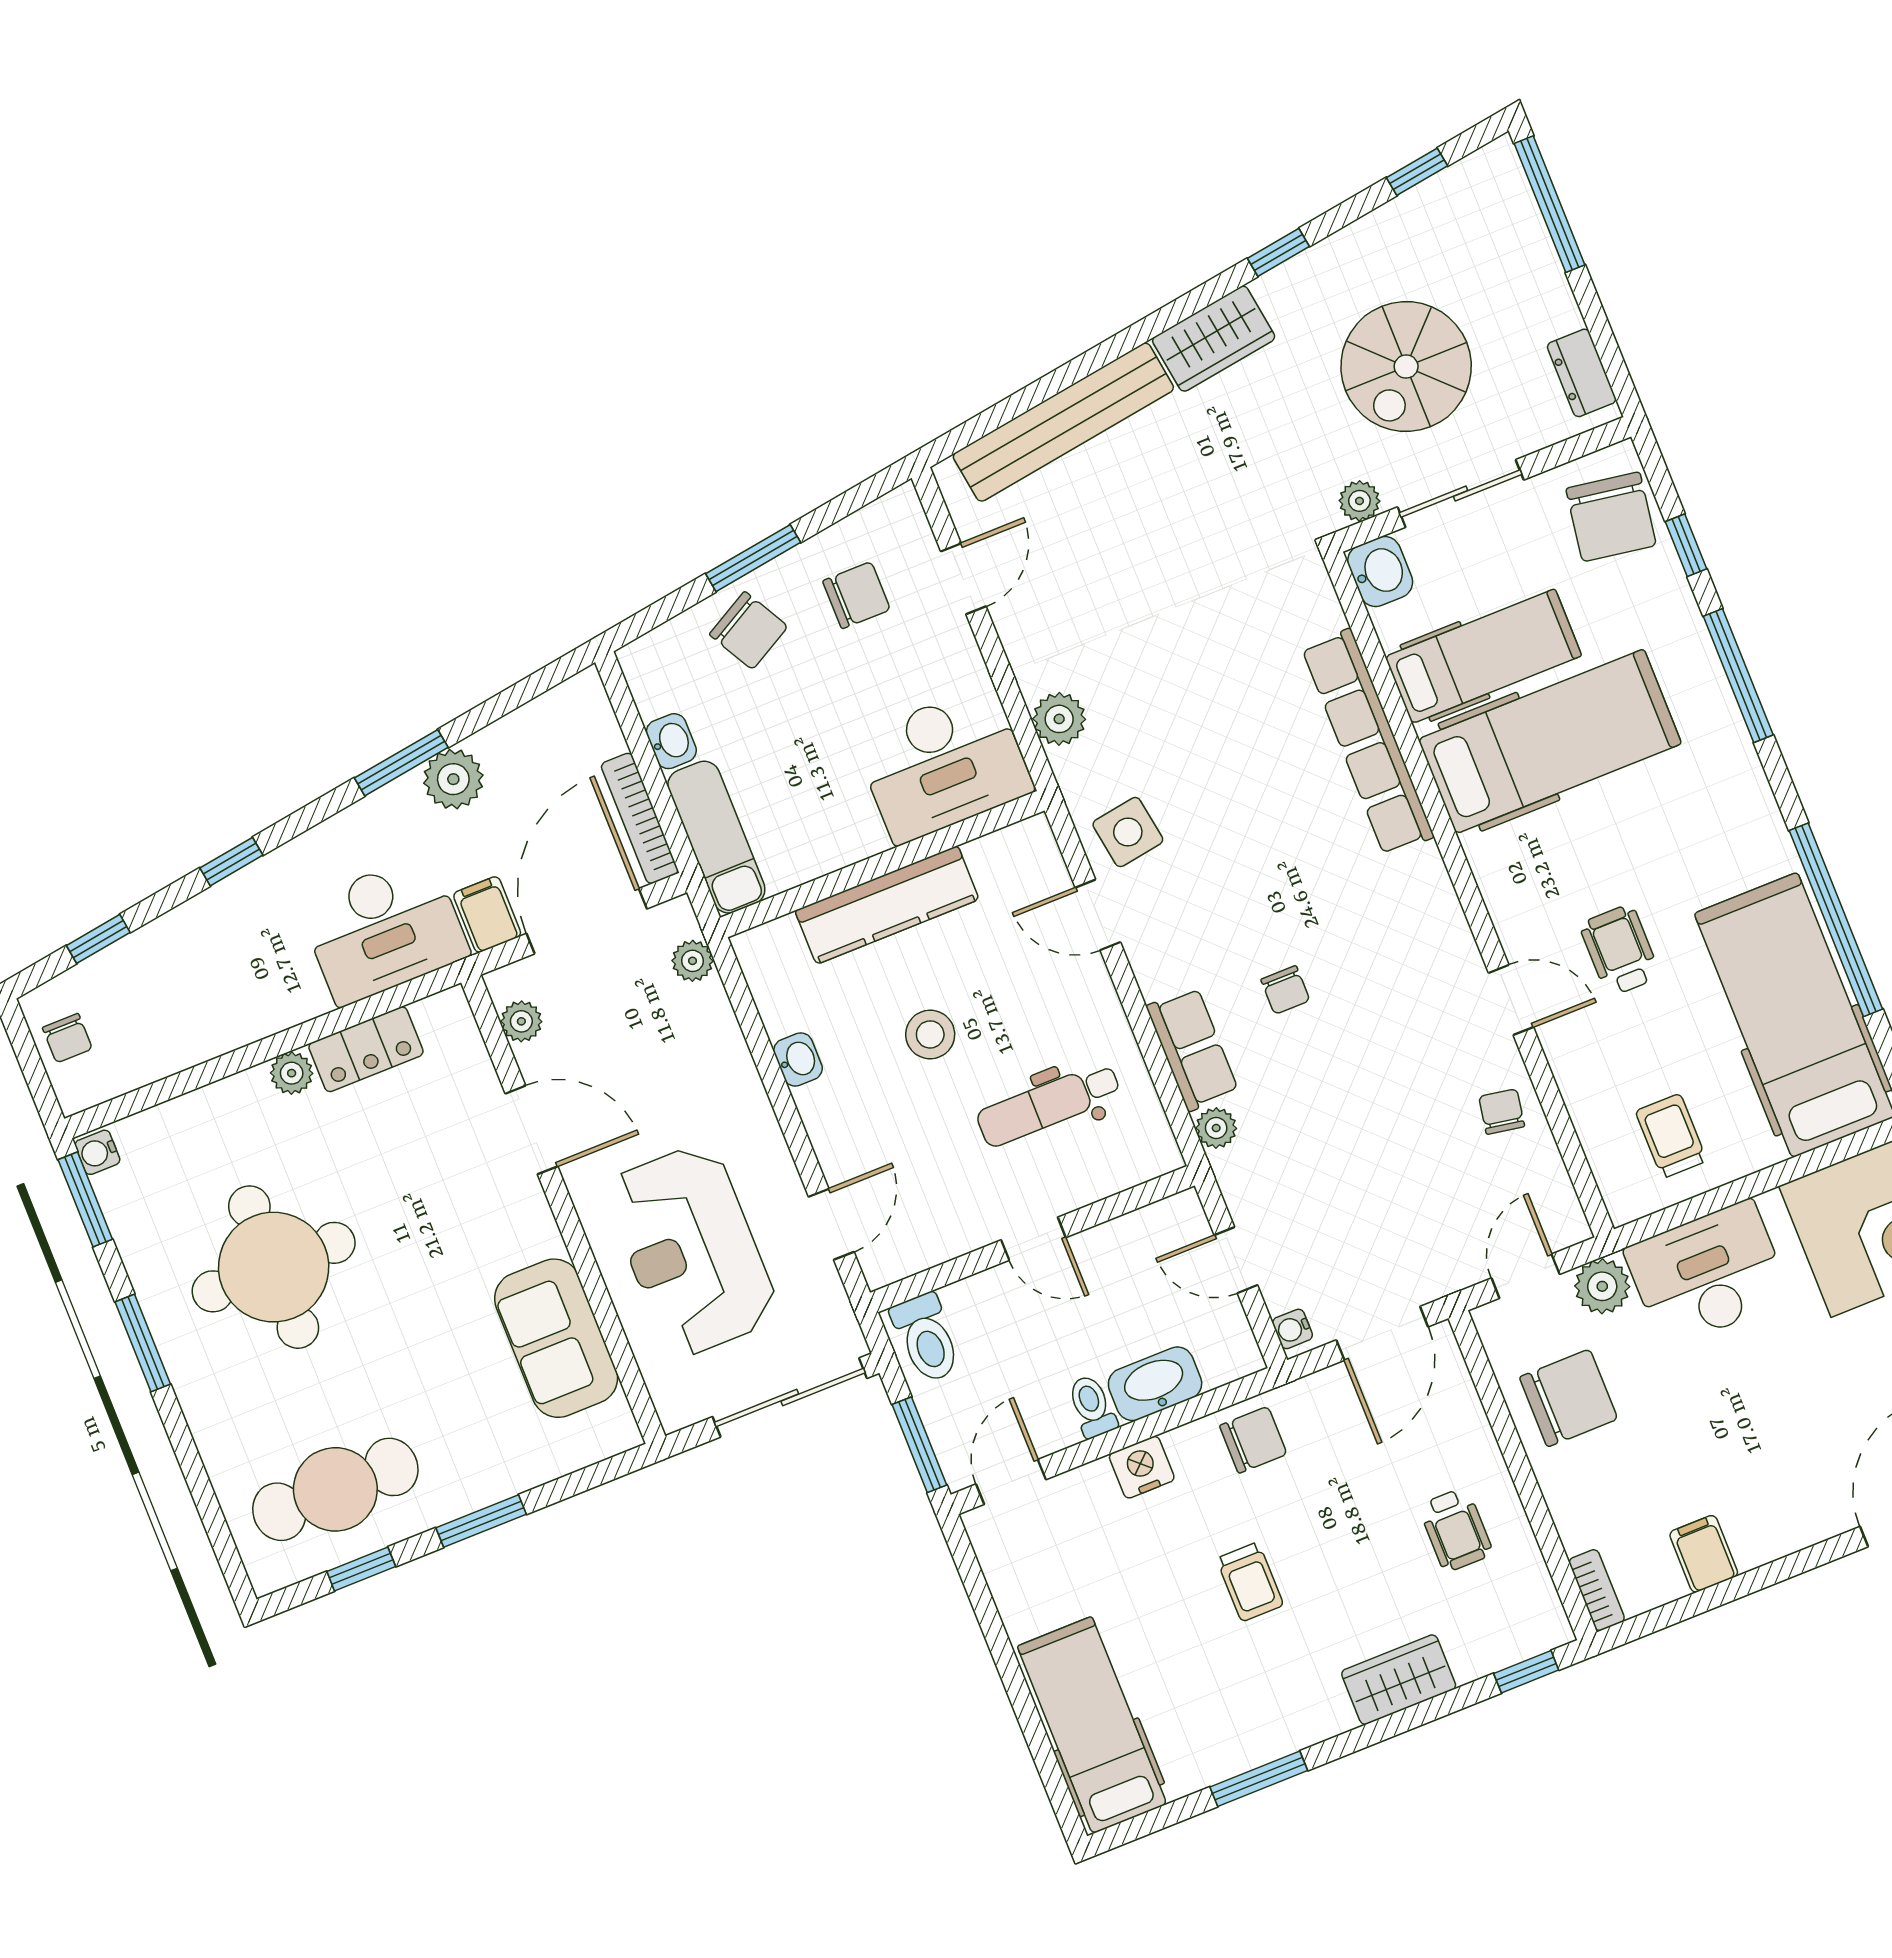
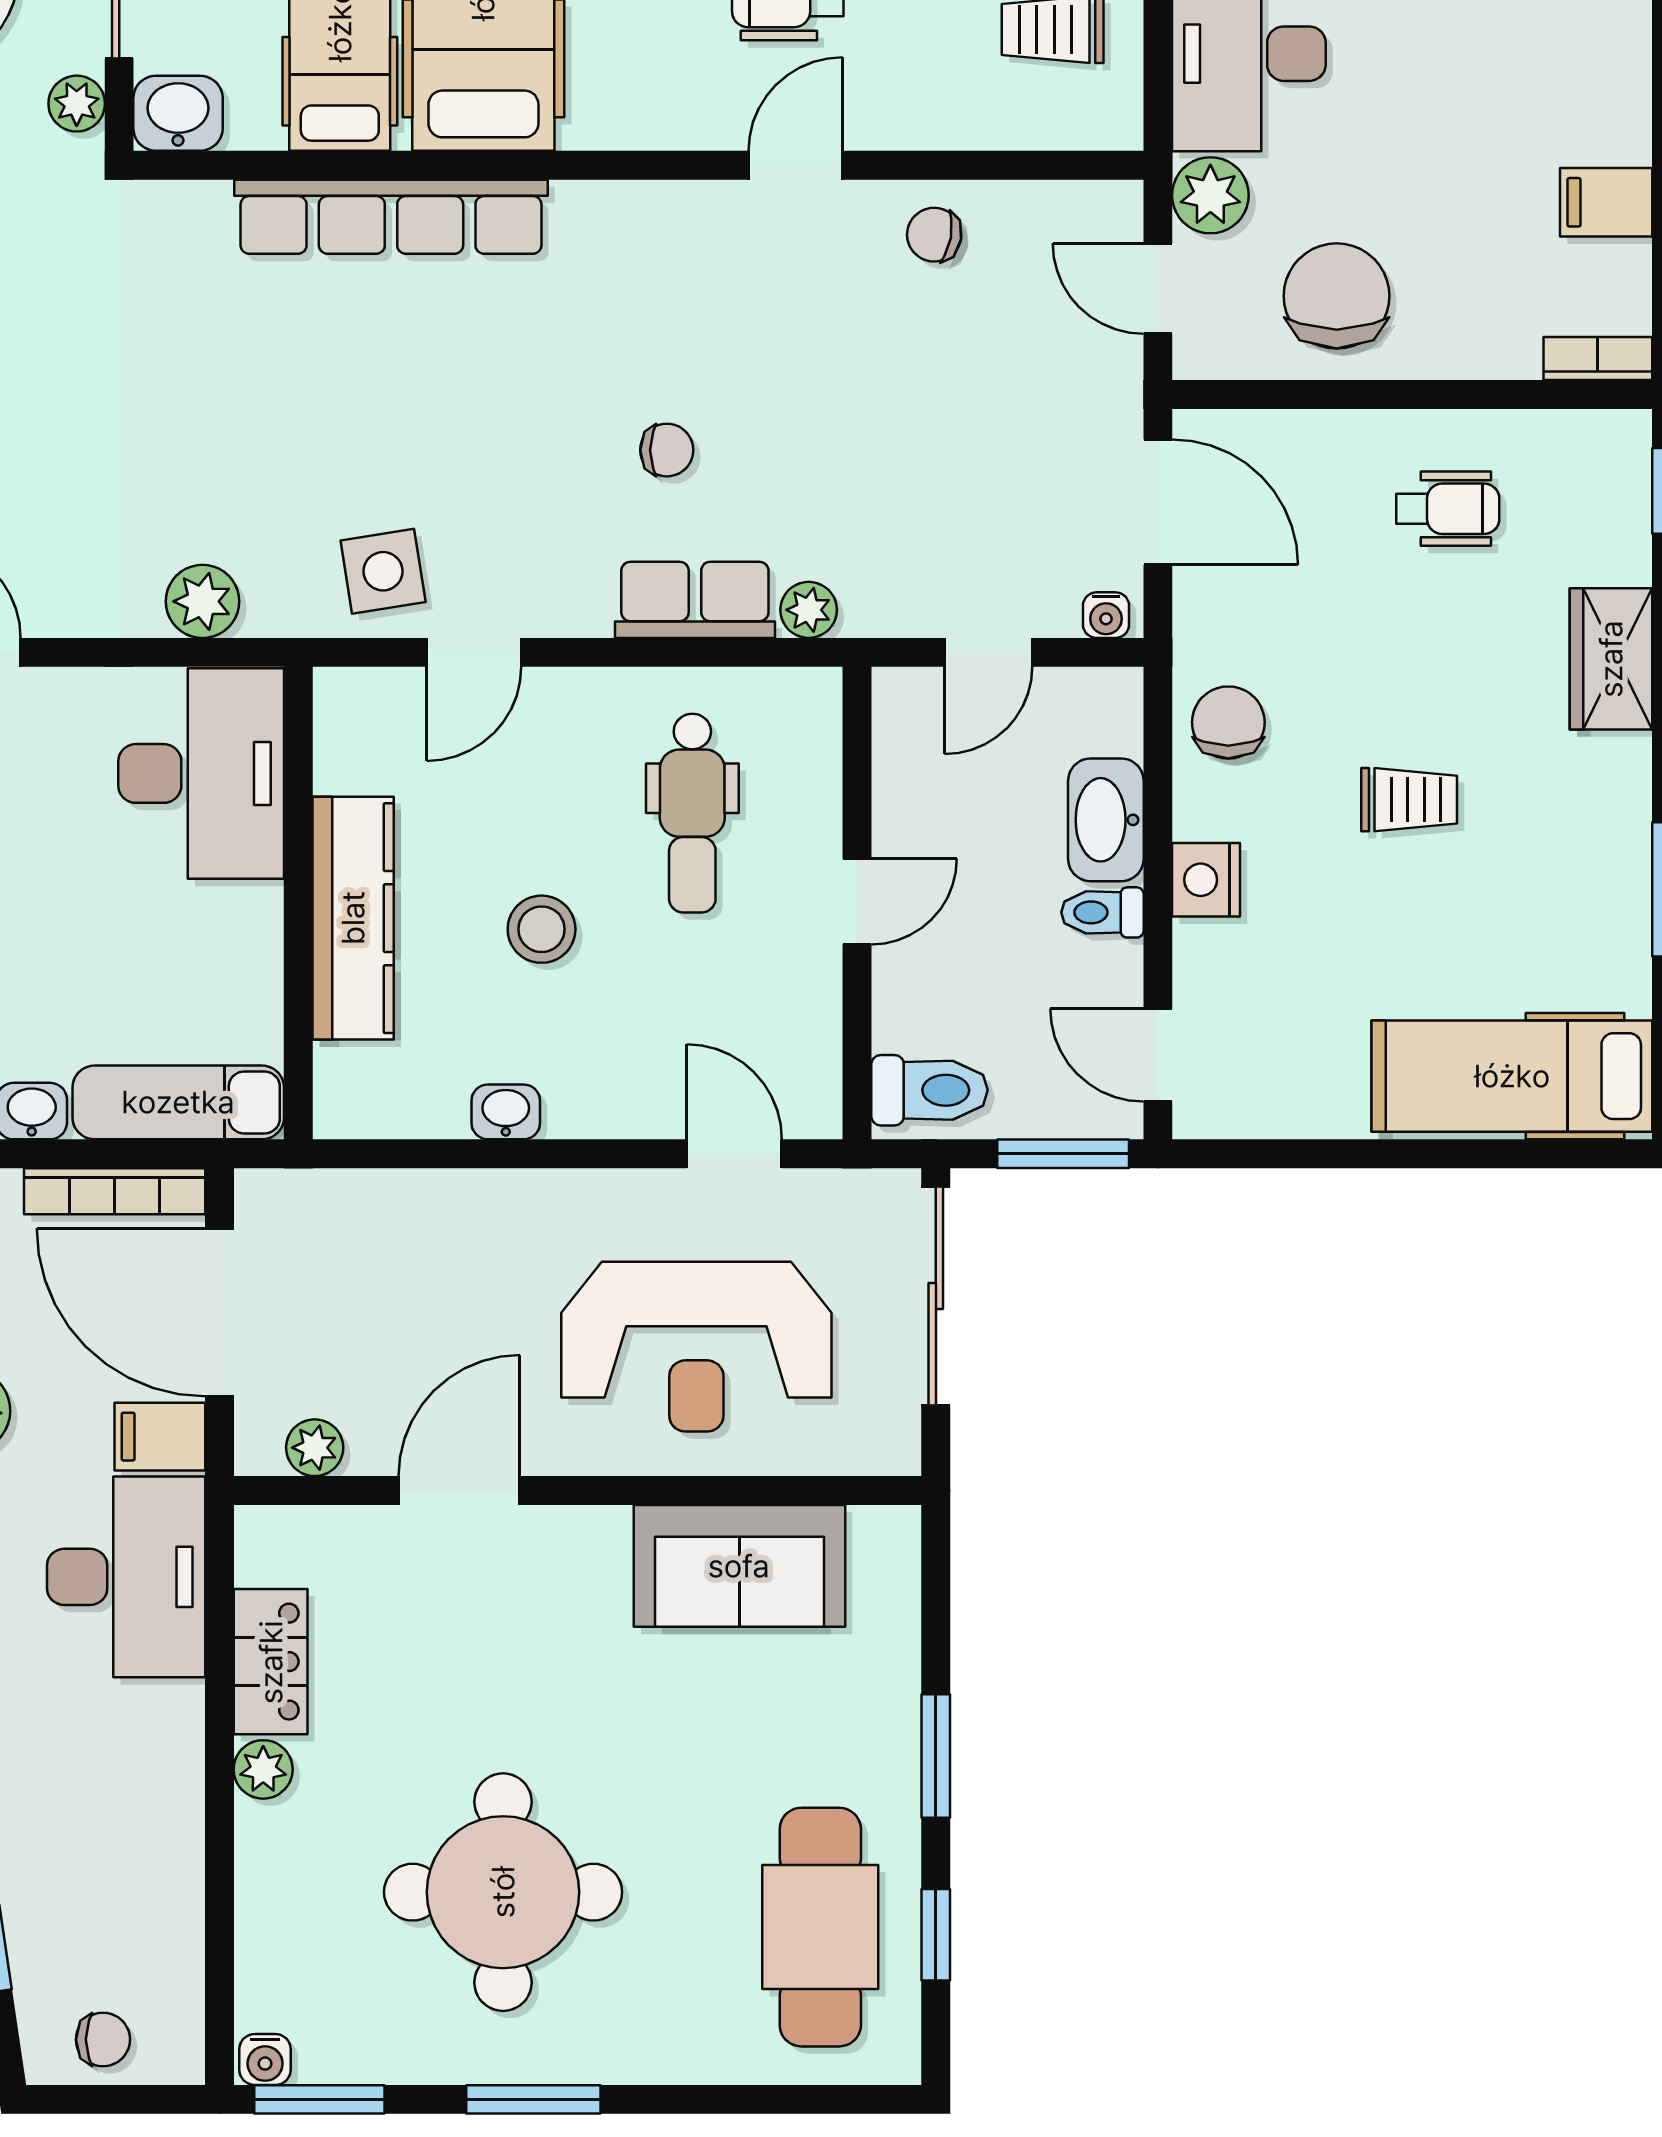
plant: (693, 961) -> (325, 1197), removed

